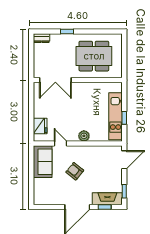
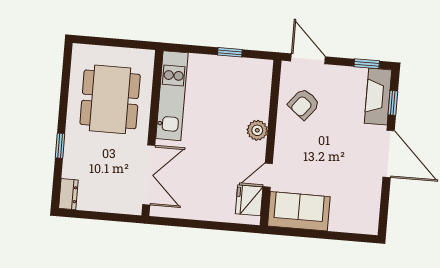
kitchen unit: (116, 116) -> (172, 96), moved, turned -90
fridge: (40, 126) -> (249, 200), moved, turned -90
armchair: (75, 171) -> (304, 104), moved

